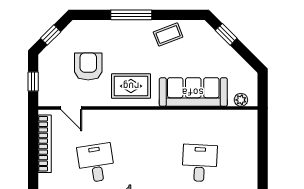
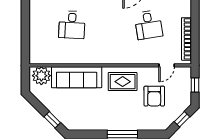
coffee table: (168, 34) -> (95, 120), removed
plant: (241, 100) -> (41, 76), width x1.87, depth x1.87
door: (71, 108) -> (167, 65), swing flipped

